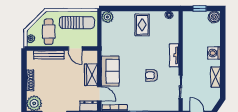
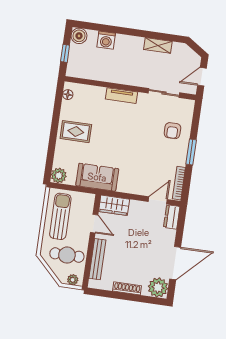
door: (75, 49) -> (94, 224), hinge flipped
washing machine: (214, 53) -> (106, 40), moved
sofa: (110, 71) -> (97, 177), moved
wardrobe: (91, 75) -> (114, 205), moved
armchair: (152, 75) -> (172, 131), moved

